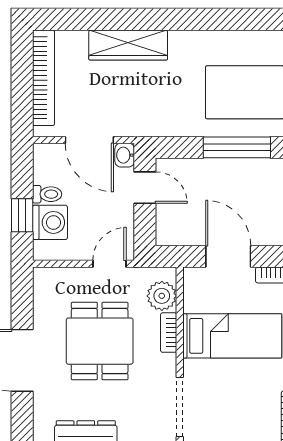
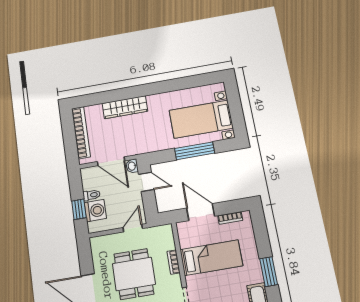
plant: (162, 296) -> (166, 241), removed

